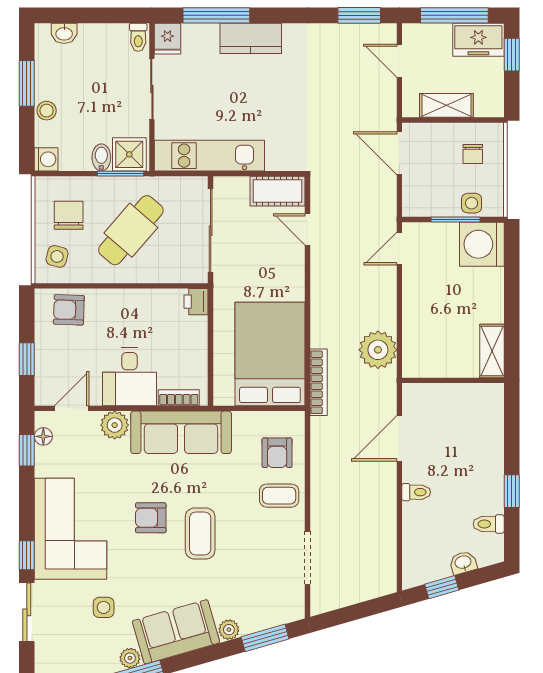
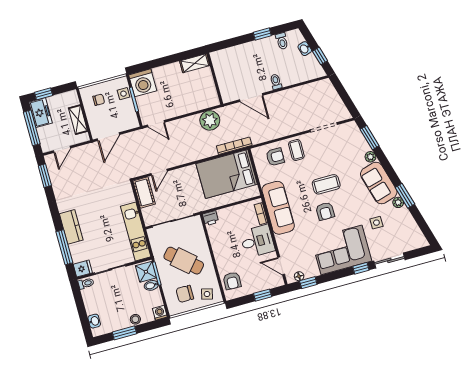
plant: (115, 425) -> (284, 242), removed

